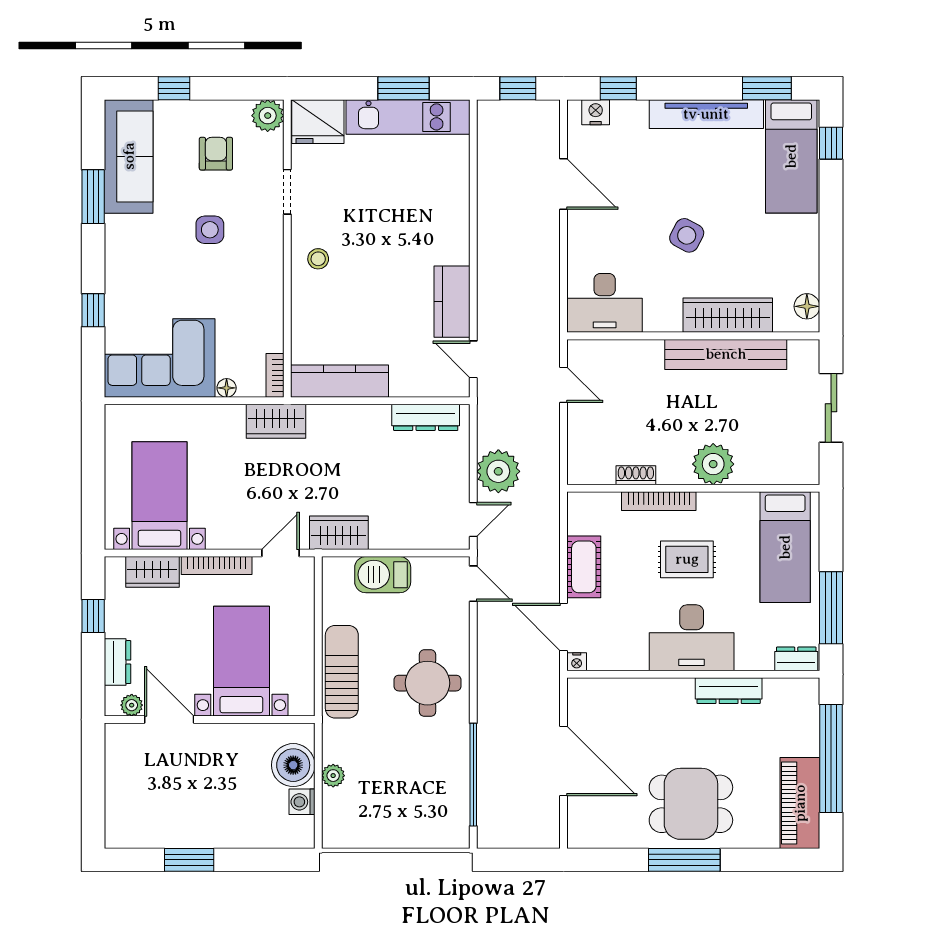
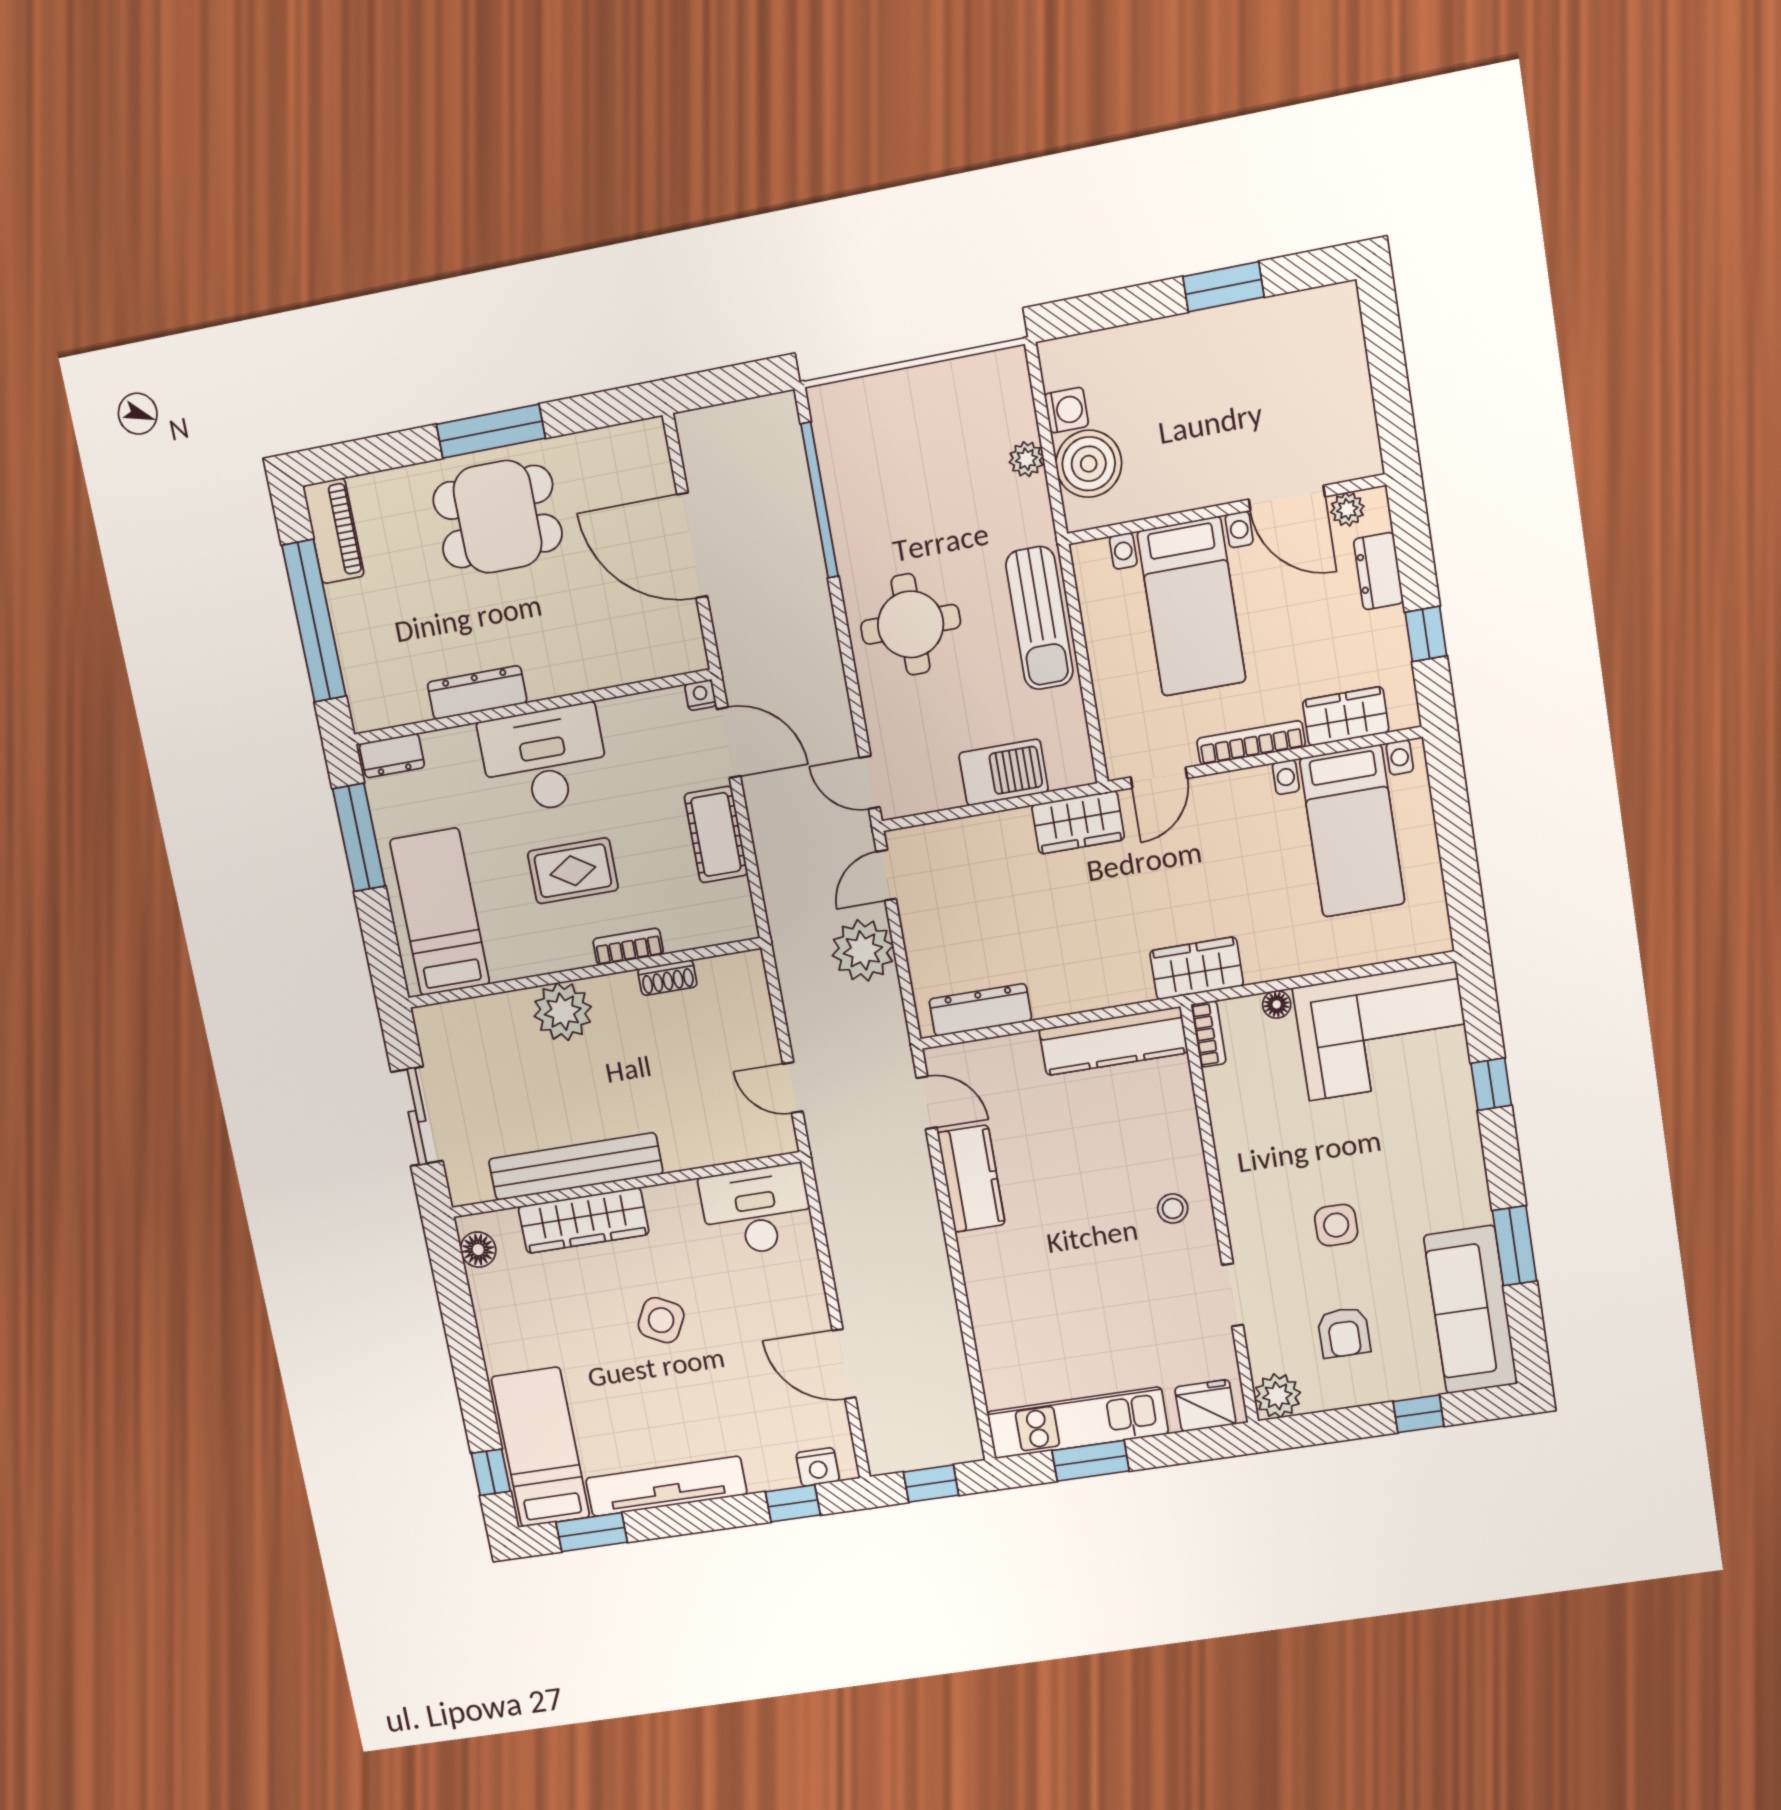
fridge: (318, 122) -> (1205, 1406), width x0.73, depth x0.75
bookcase: (659, 501) -> (628, 947), width x0.64
piano: (800, 803) -> (334, 531), width x0.73, depth x0.75

